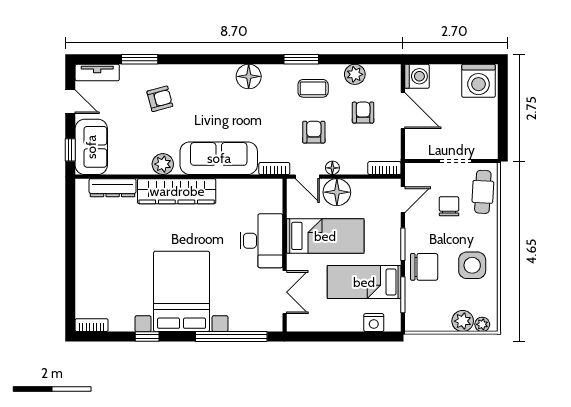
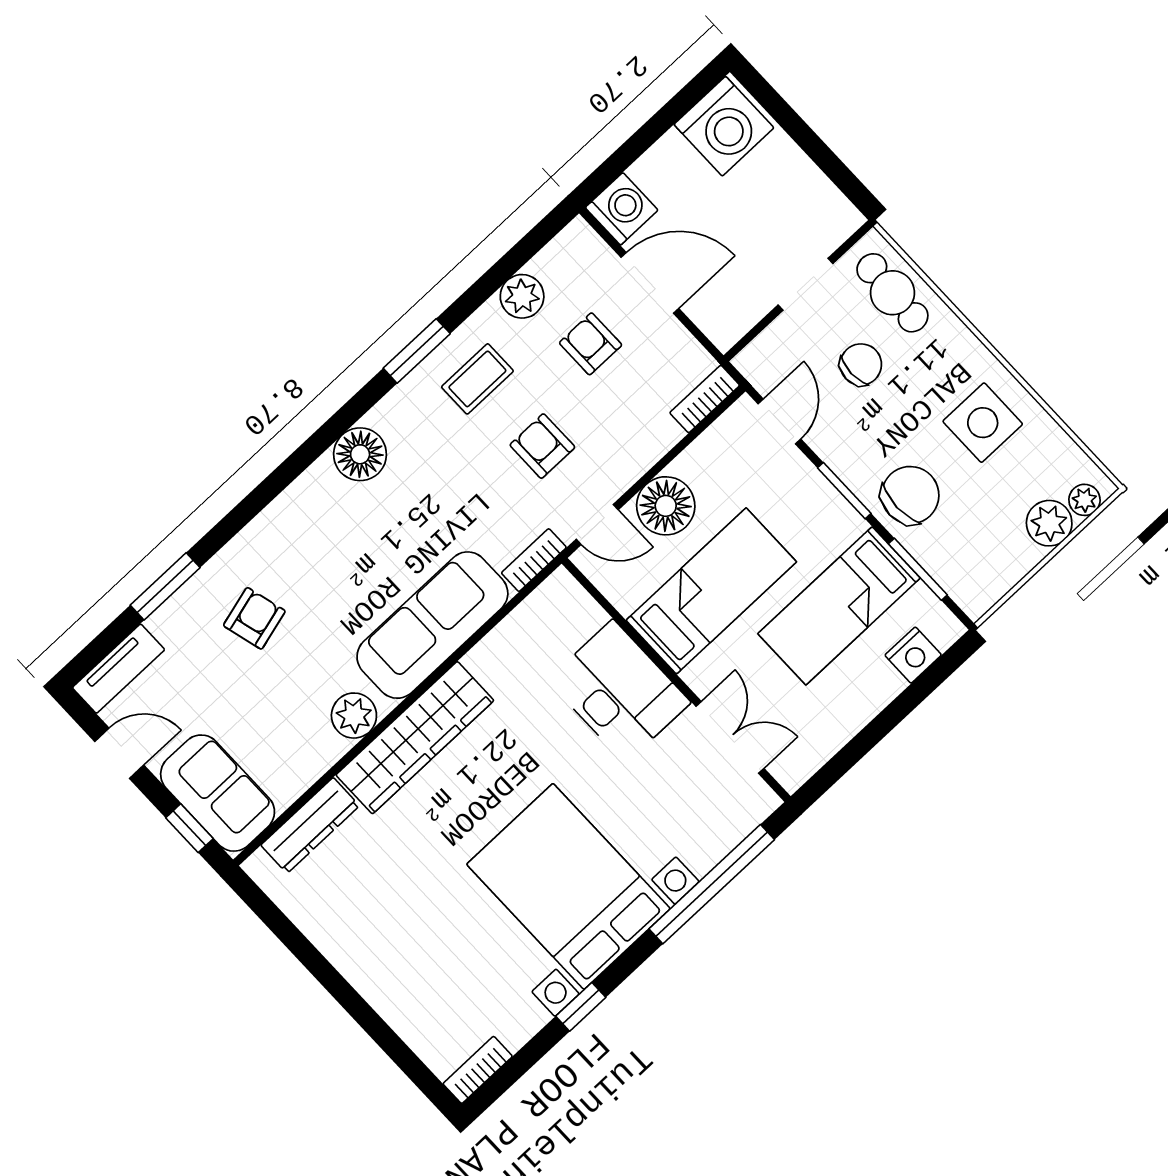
floor lamp: (332, 168) -> (623, 474), removed
chair: (449, 206) -> (861, 364), turned 90

